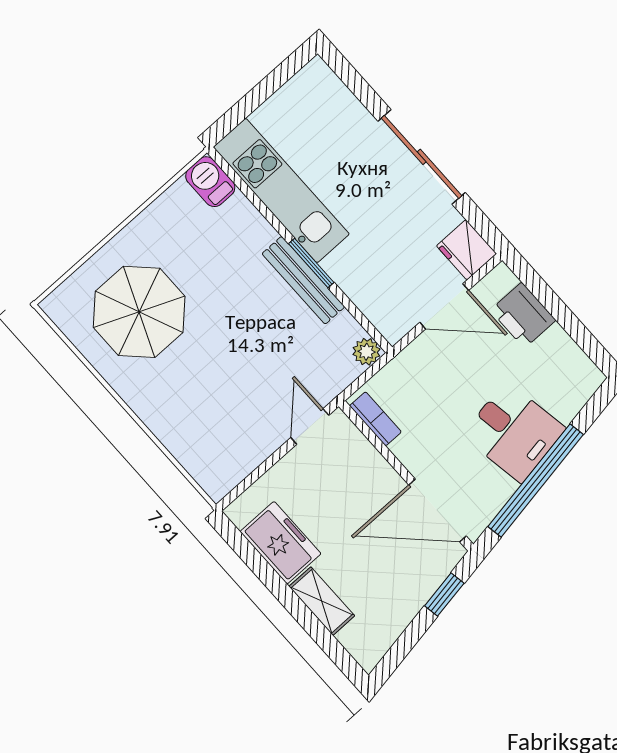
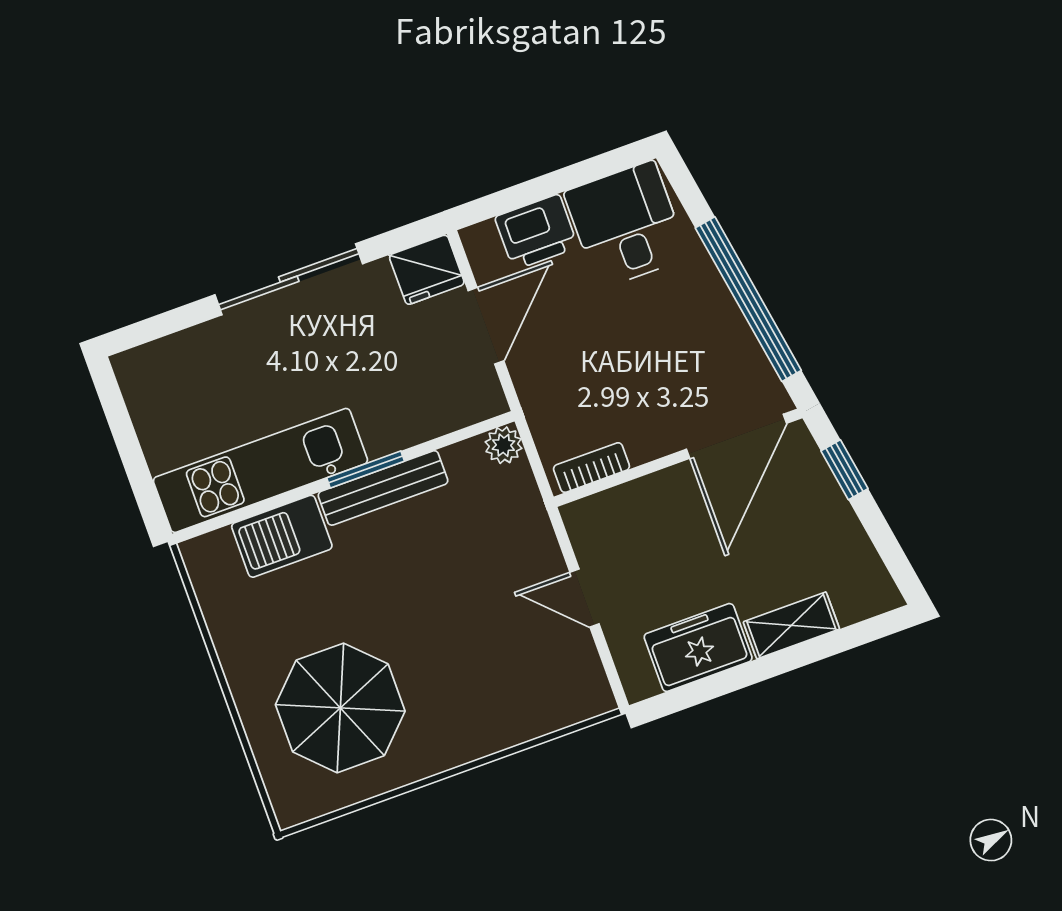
barbecue: (210, 182) -> (282, 536), moved, width x1.38, depth x1.27
door: (310, 426) -> (584, 598), moved
desk: (514, 432) -> (626, 225), moved, turned -81

